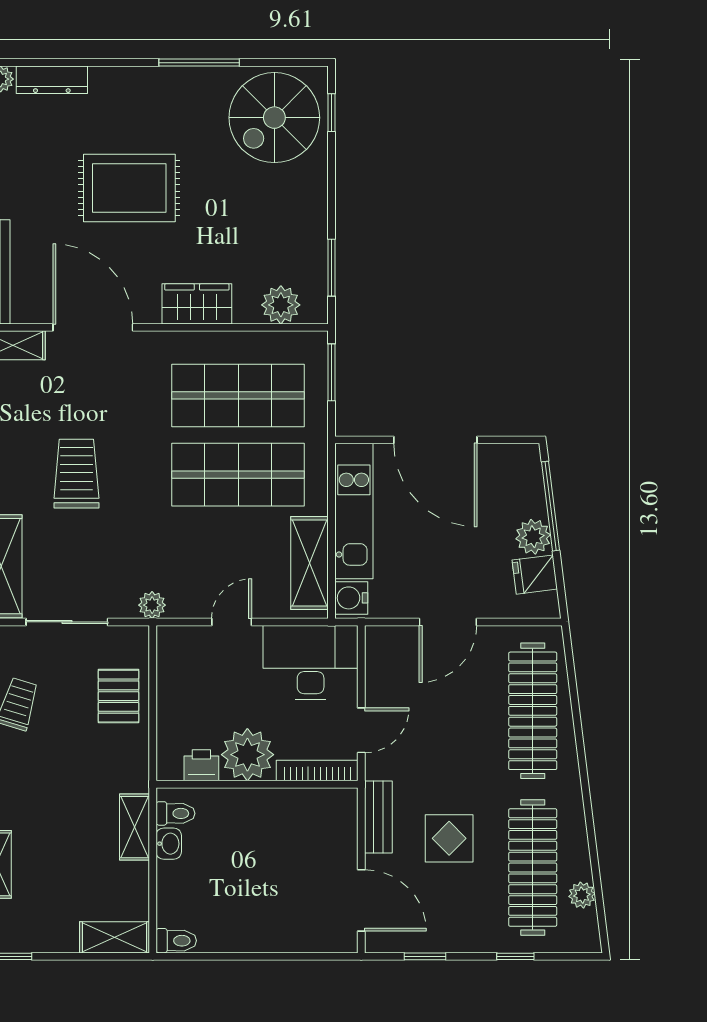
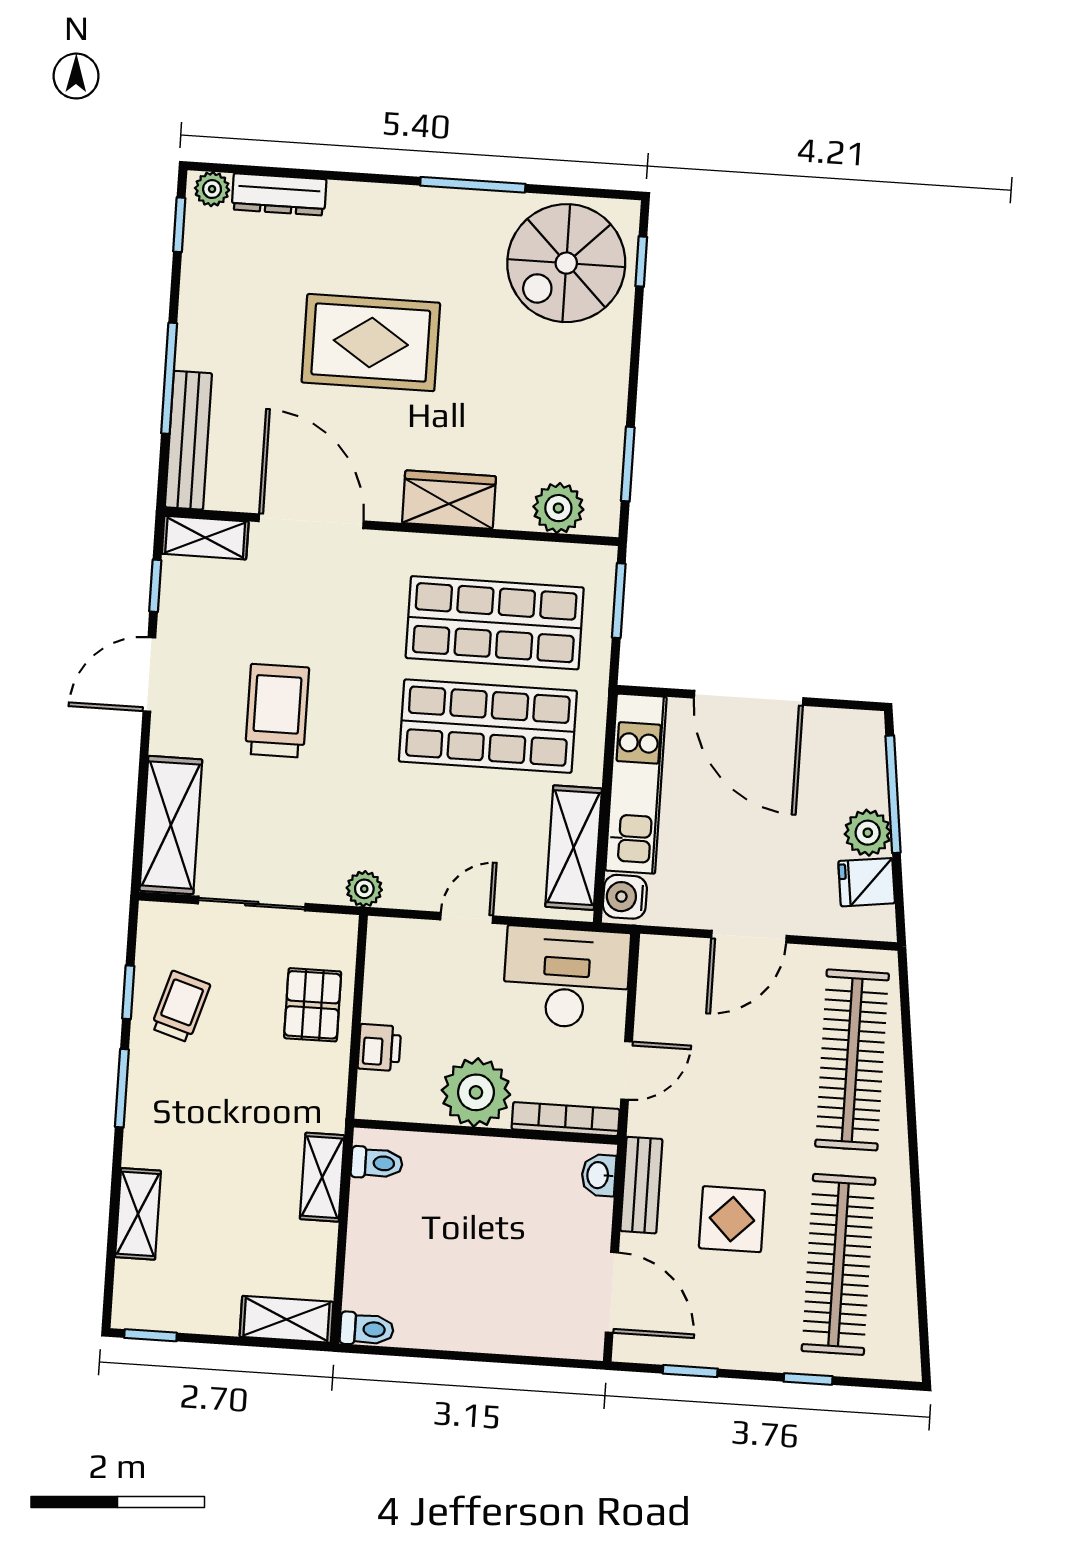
printer: (201, 765) -> (379, 1048), moved, turned 90
washbasin: (169, 844) -> (599, 1175), moved, turned 180
plant: (582, 895) -> (900, 1305), removed

